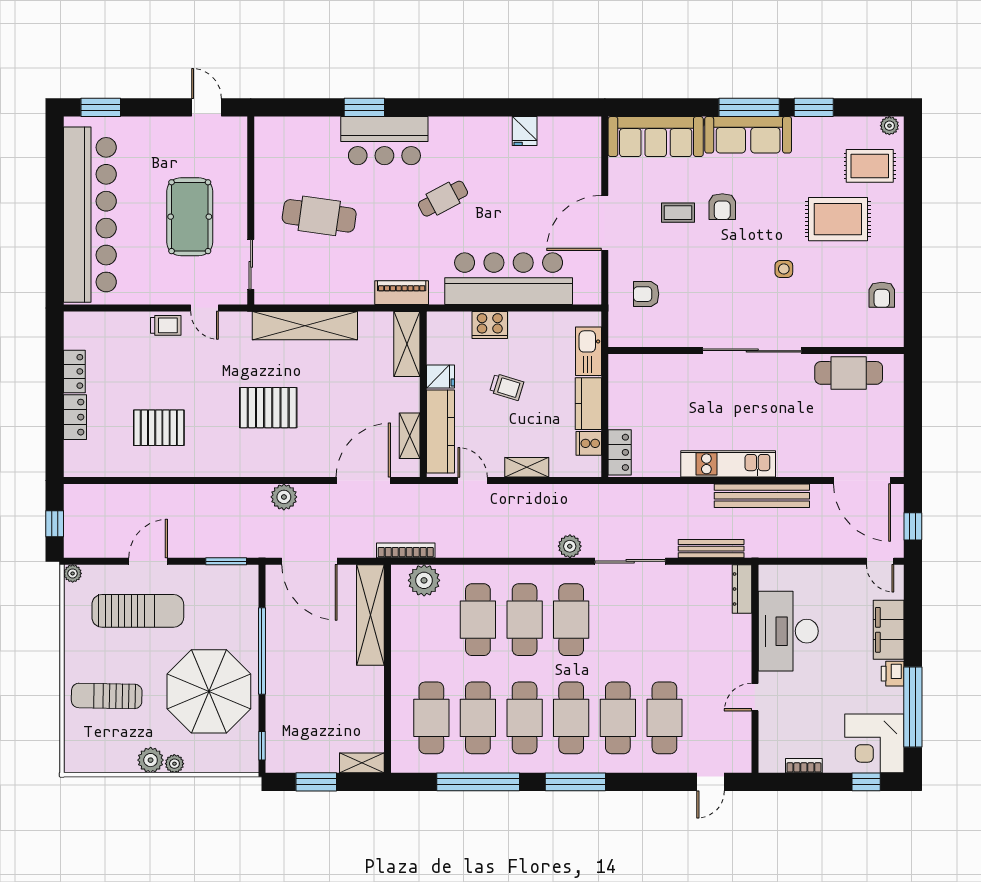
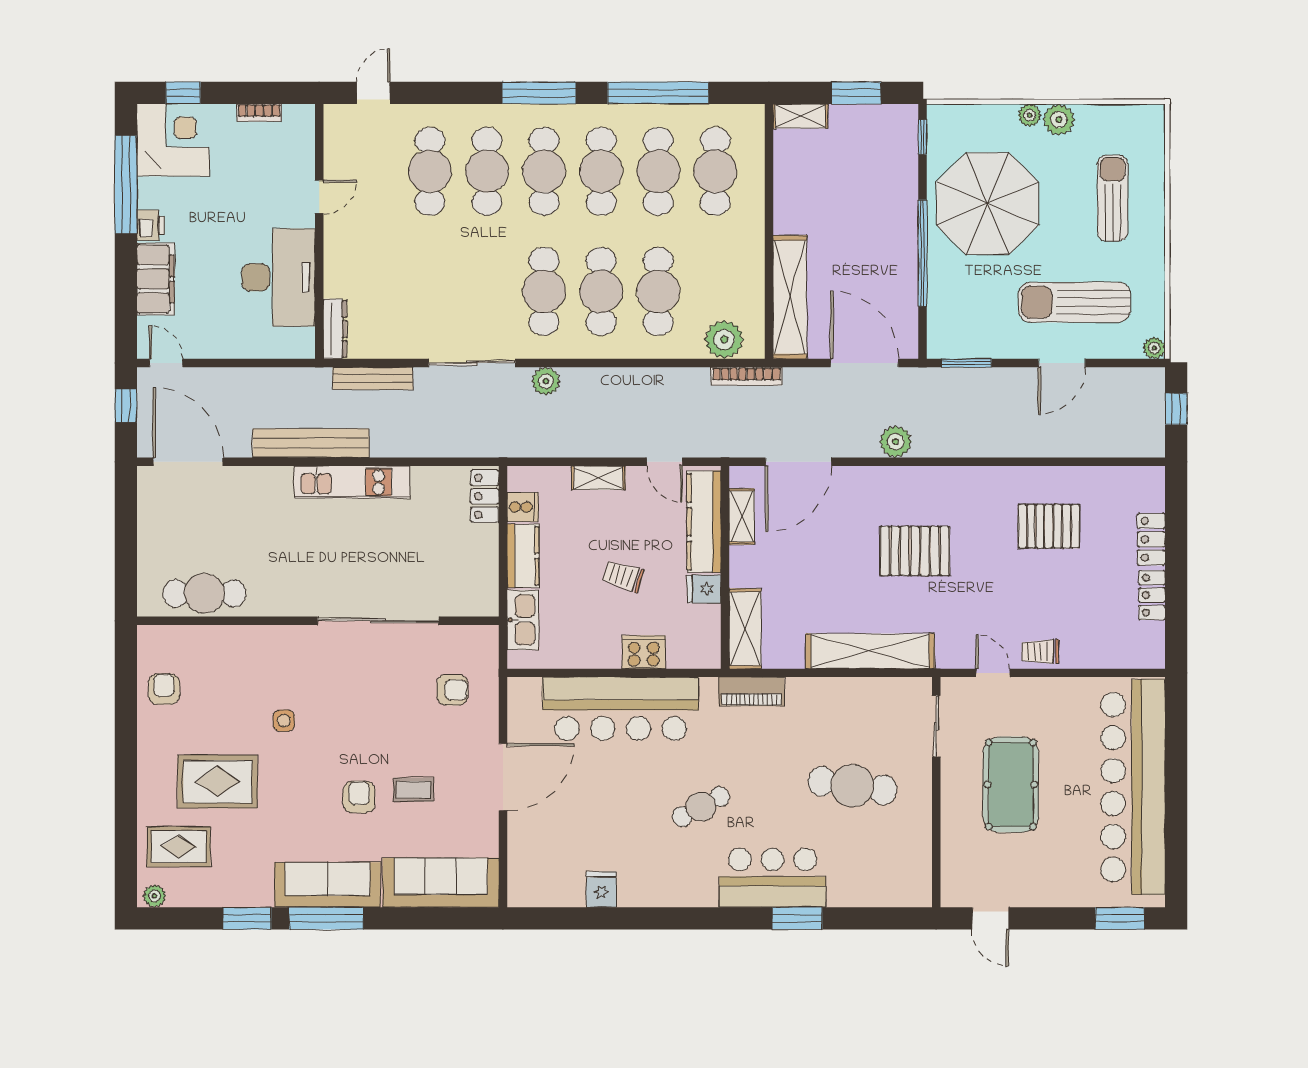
sliding door: (752, 351) -> (378, 621), moved
sun lounger: (107, 696) -> (1113, 198), turned -91

